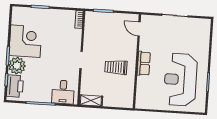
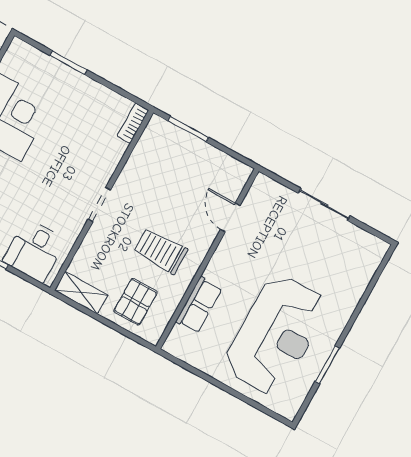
door: (139, 29) -> (230, 218), moved
row of seats: (144, 63) -> (199, 305), moved
reception desk: (180, 80) -> (276, 335), turned 180
pallet: (115, 93) -> (136, 302), added

